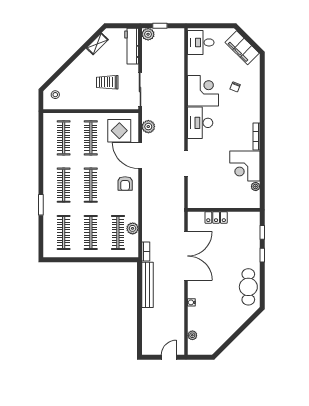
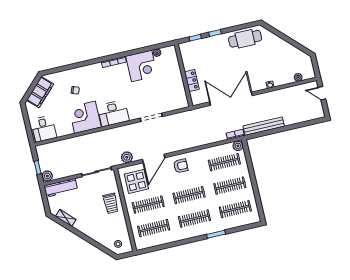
trolley: (107, 82) -> (111, 203), moved
plant: (133, 228) -> (238, 146), moved

